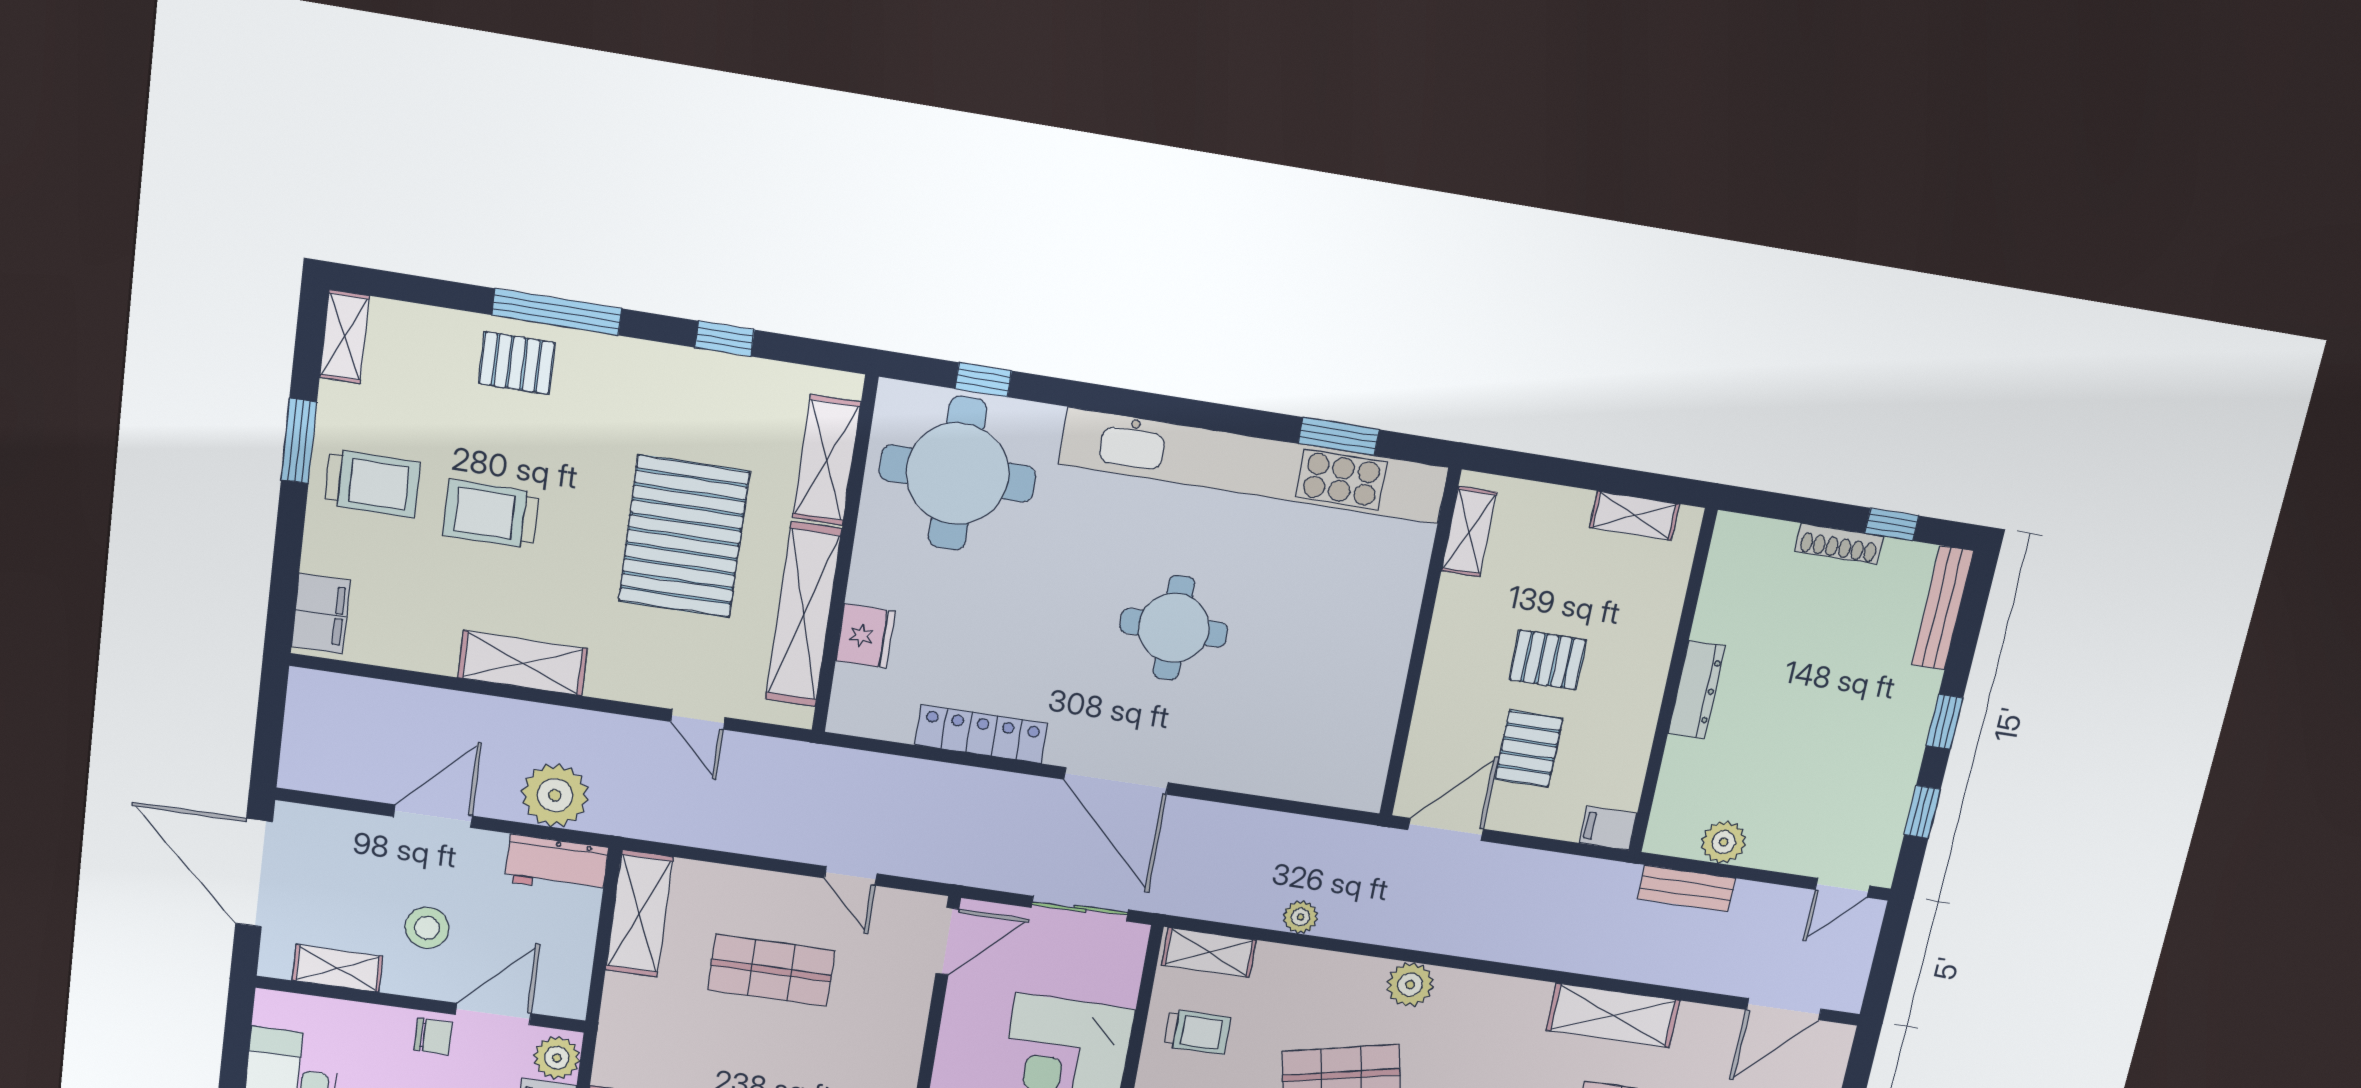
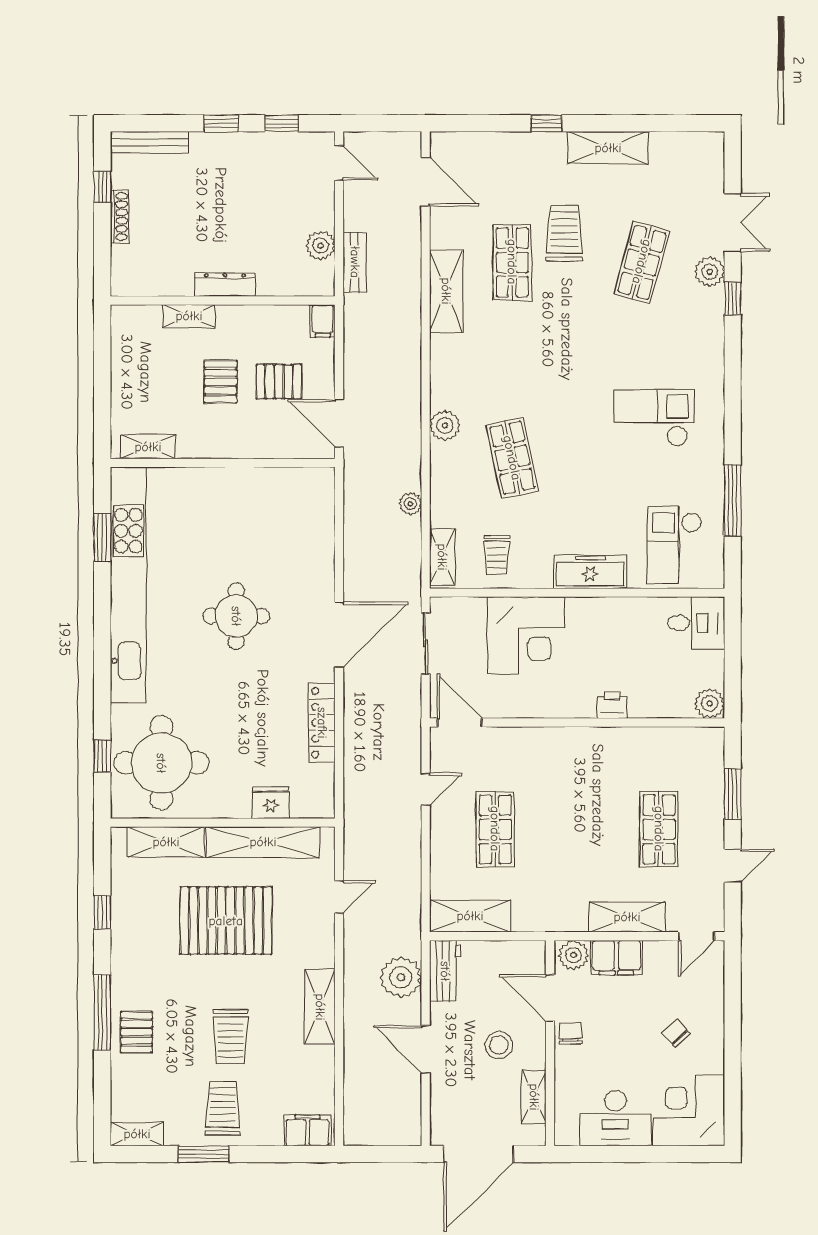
shelving: (1634, 516) -> (189, 316), moved, turned 90
trolley: (1197, 1032) -> (497, 555), turned 180

